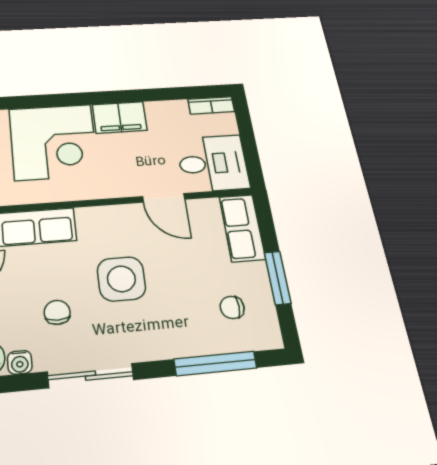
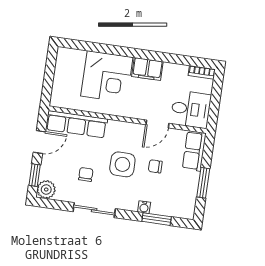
door: (164, 198) -> (157, 124), hinge flipped
chair: (232, 307) -> (155, 166), moved
water cooler: (20, 362) -> (144, 207), moved
window: (215, 363) -> (157, 219), width x0.69

